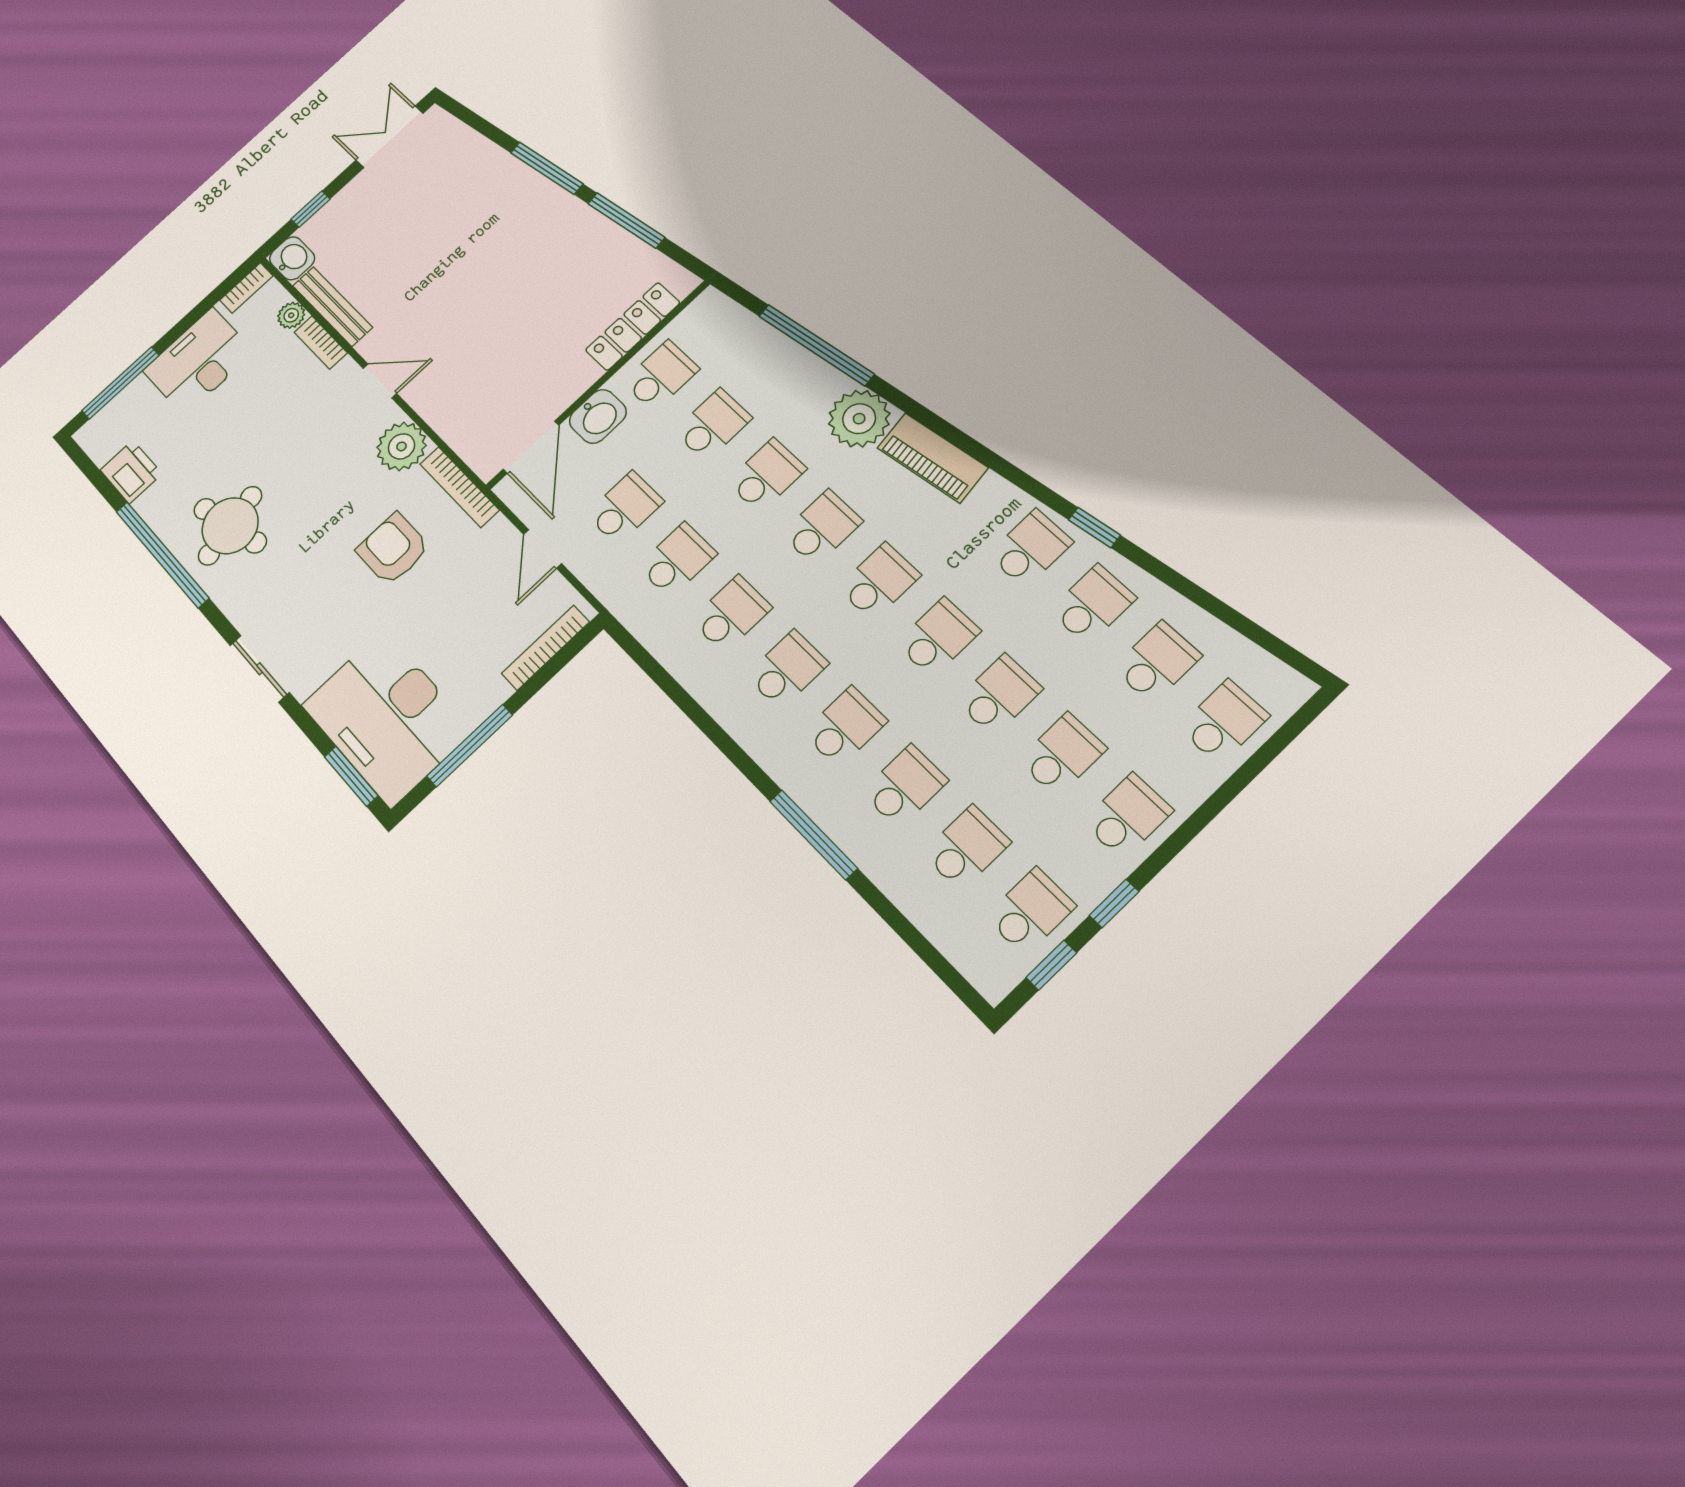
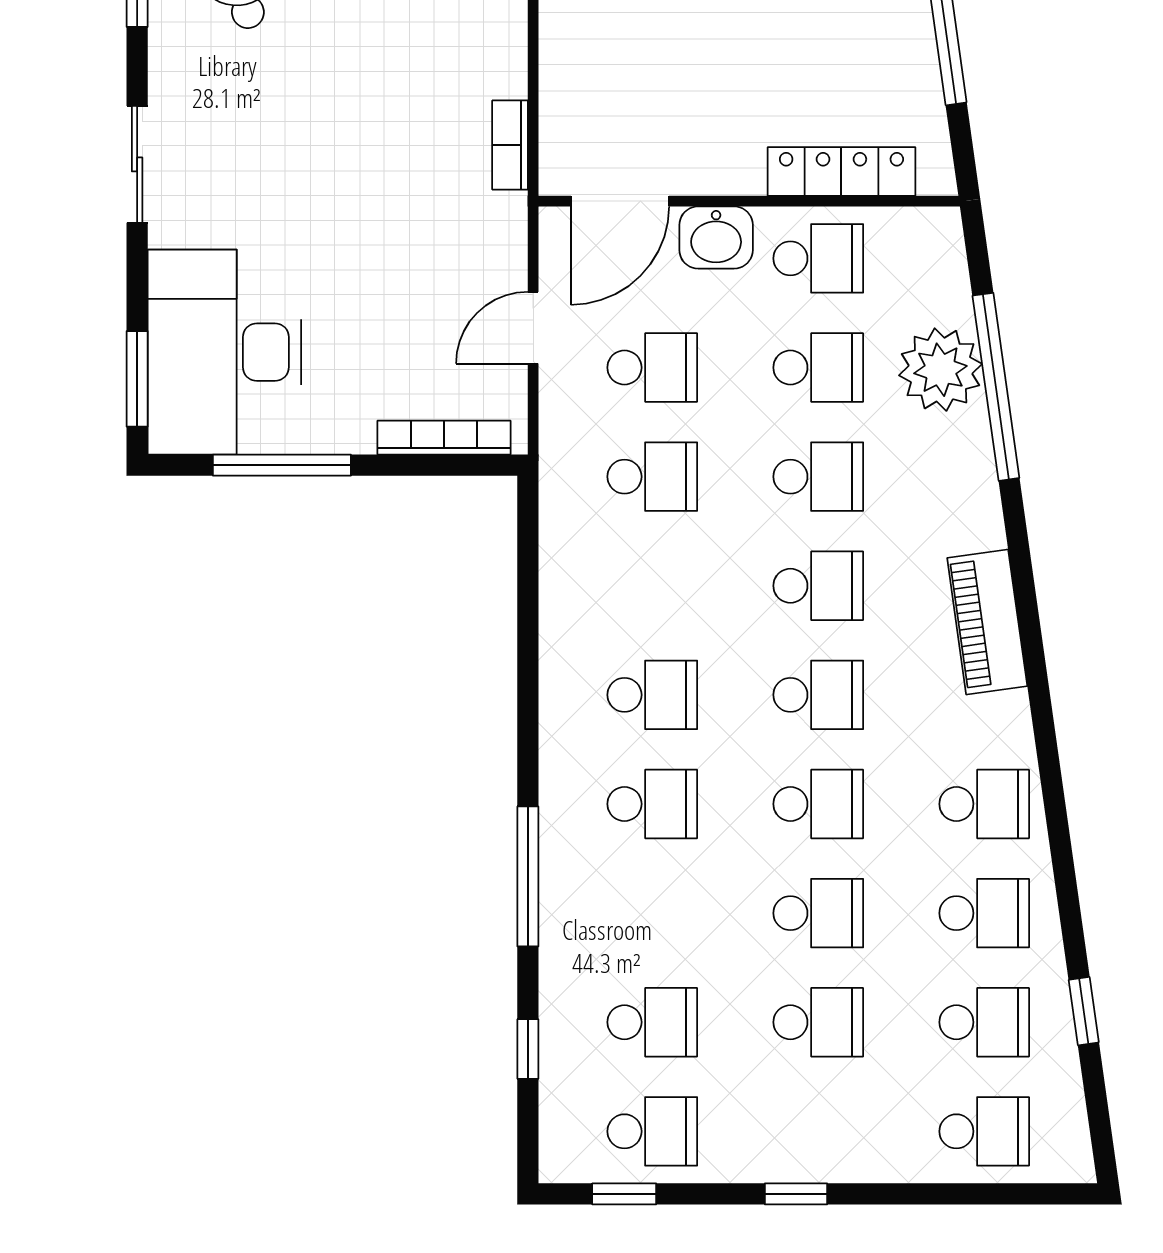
plant: (859, 419) -> (940, 370), moved
plant: (402, 446) -> (491, 59), removed
bookcase: (459, 487) -> (510, 145), width x0.64
window: (1094, 527) -> (1084, 1011), moved
armchair: (393, 549) -> (384, 170), removed
school desk: (731, 614) -> (652, 586), removed
school desk: (905, 786) -> (652, 913), removed
school desk: (1128, 816) -> (818, 1131), removed
window: (1114, 903) -> (796, 1194), moved
window: (909, 934) -> (528, 1049), added

